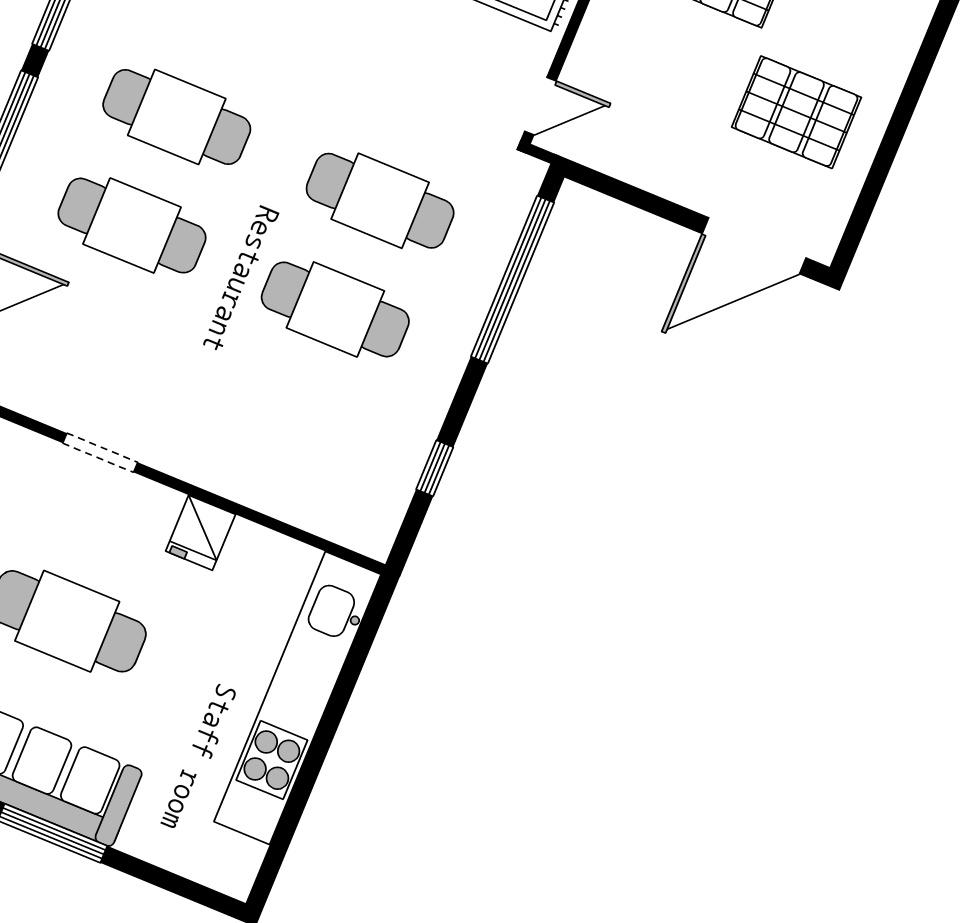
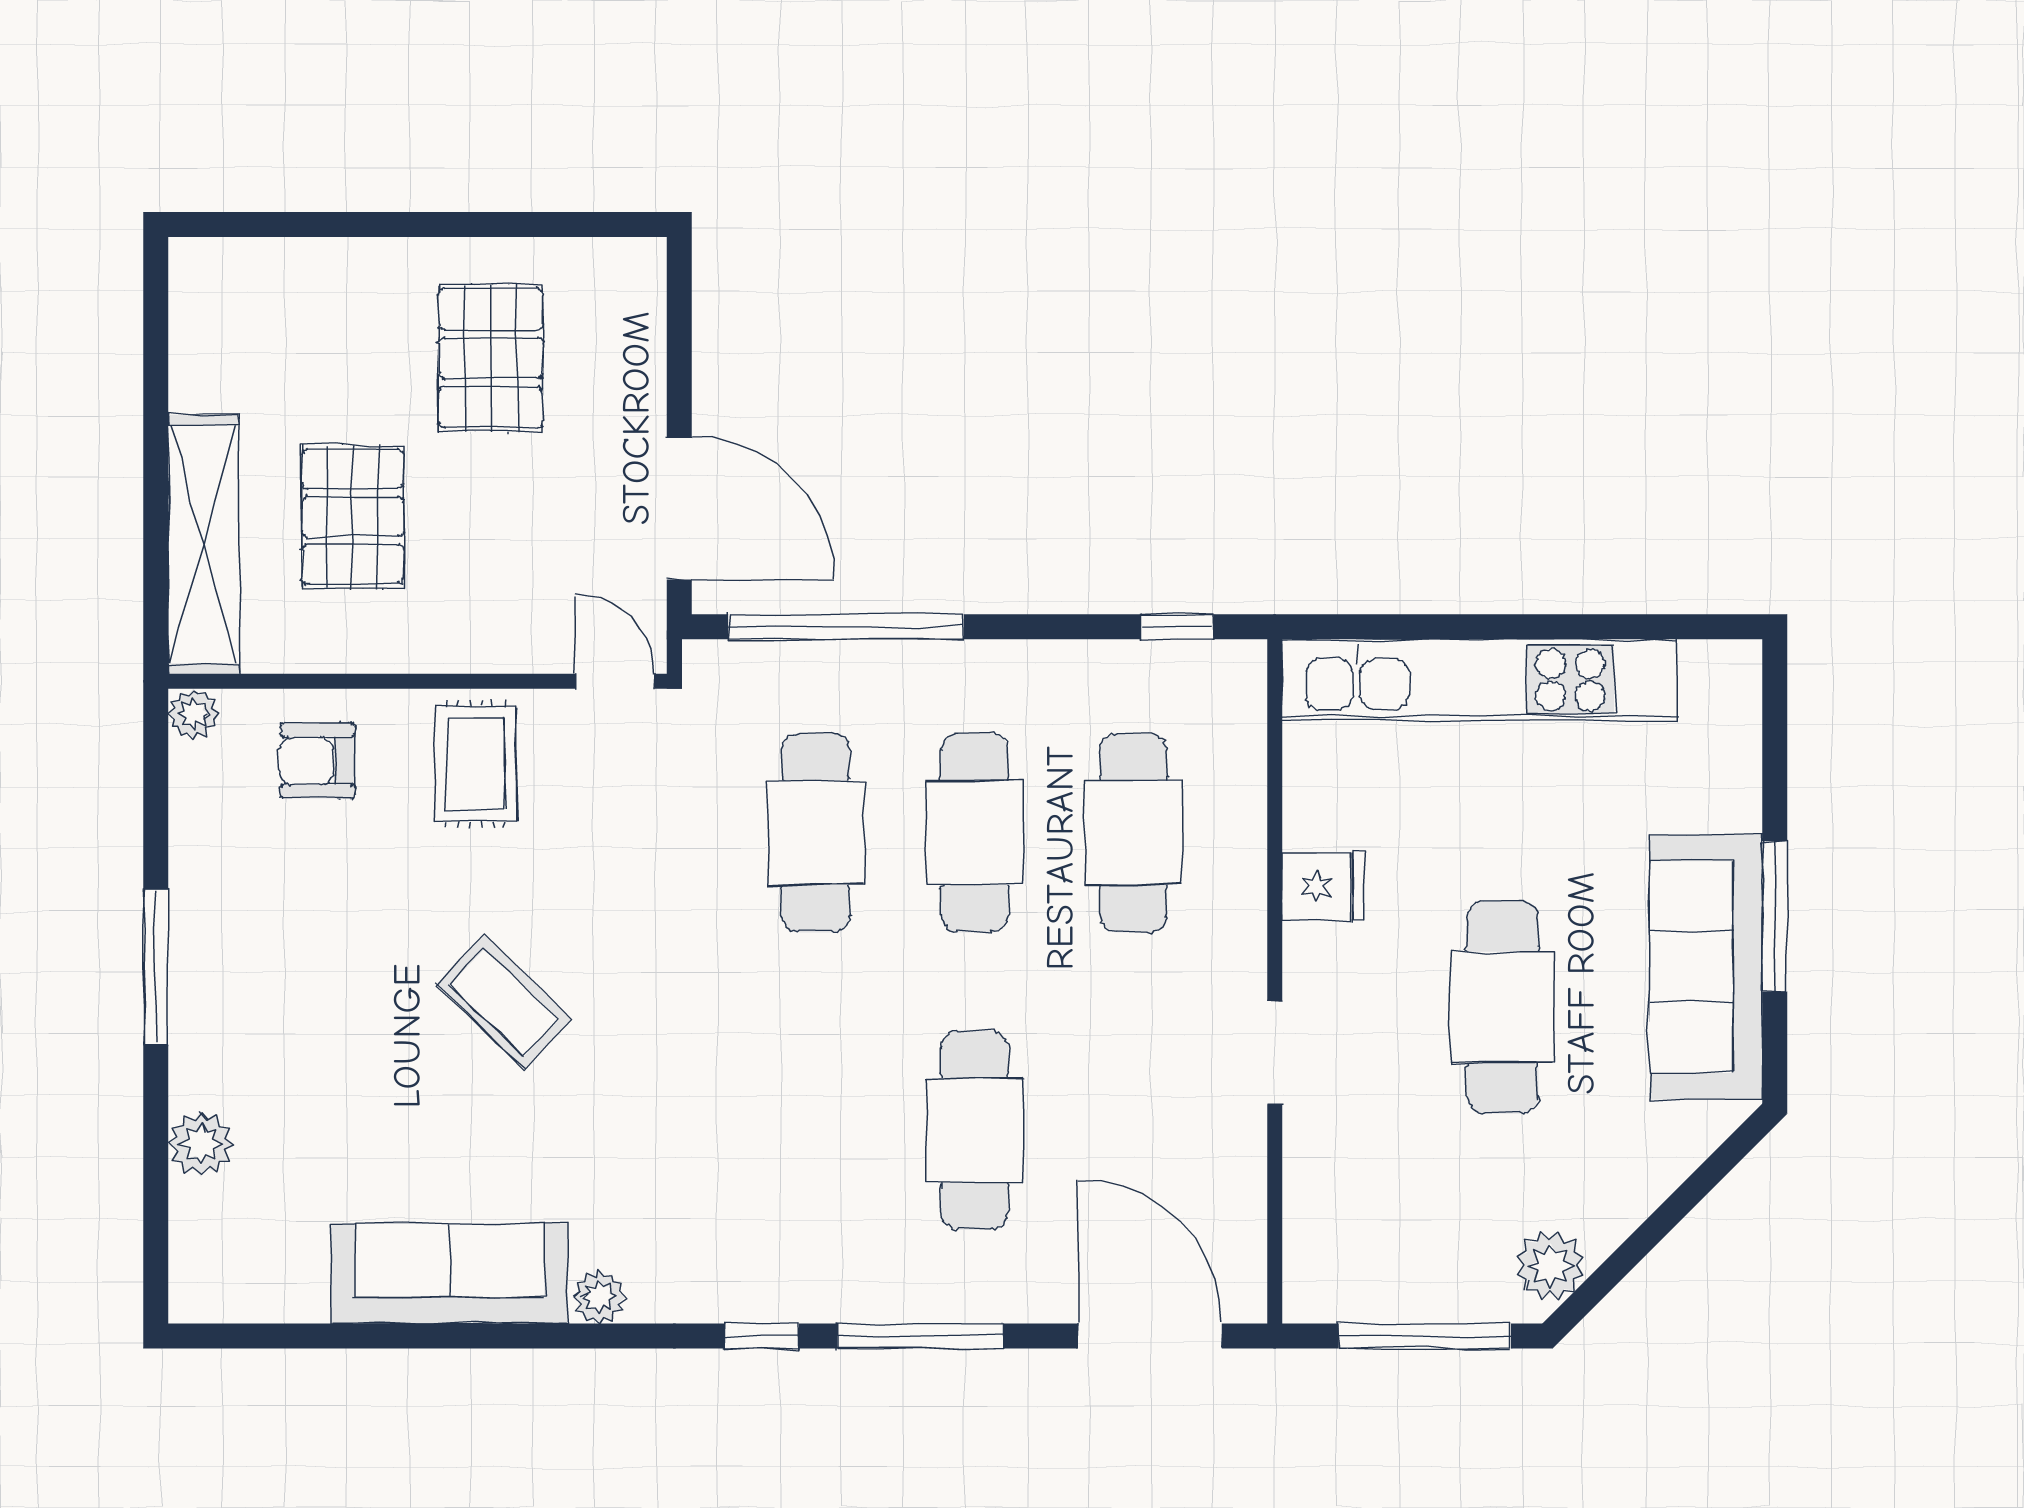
cafe table: (177, 117) -> (1133, 833), moved
door: (754, 246) -> (679, 508), moved
window: (435, 468) -> (1177, 627), moved

